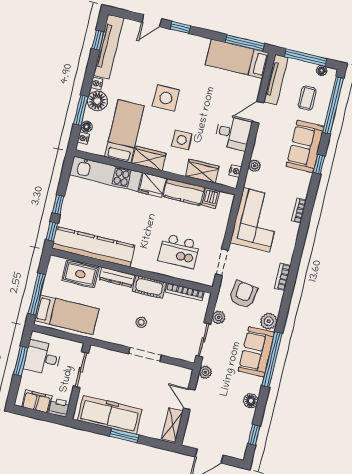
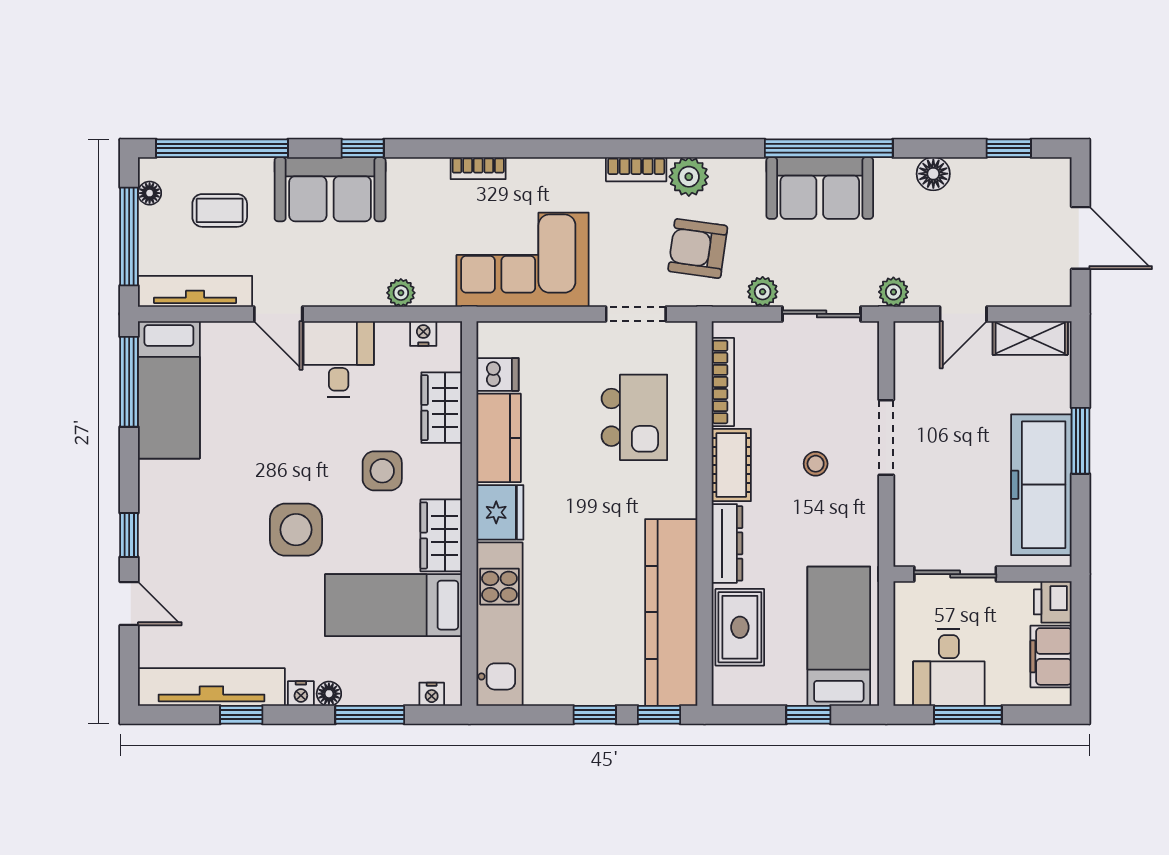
window: (98, 40) -> (241, 715), moved
floor lamp: (97, 101) -> (329, 694), width x0.53, depth x0.53
floor lamp: (87, 127) -> (404, 693), removed
window: (37, 294) -> (808, 715), width x0.46
plant: (269, 321) -> (689, 177), moved

